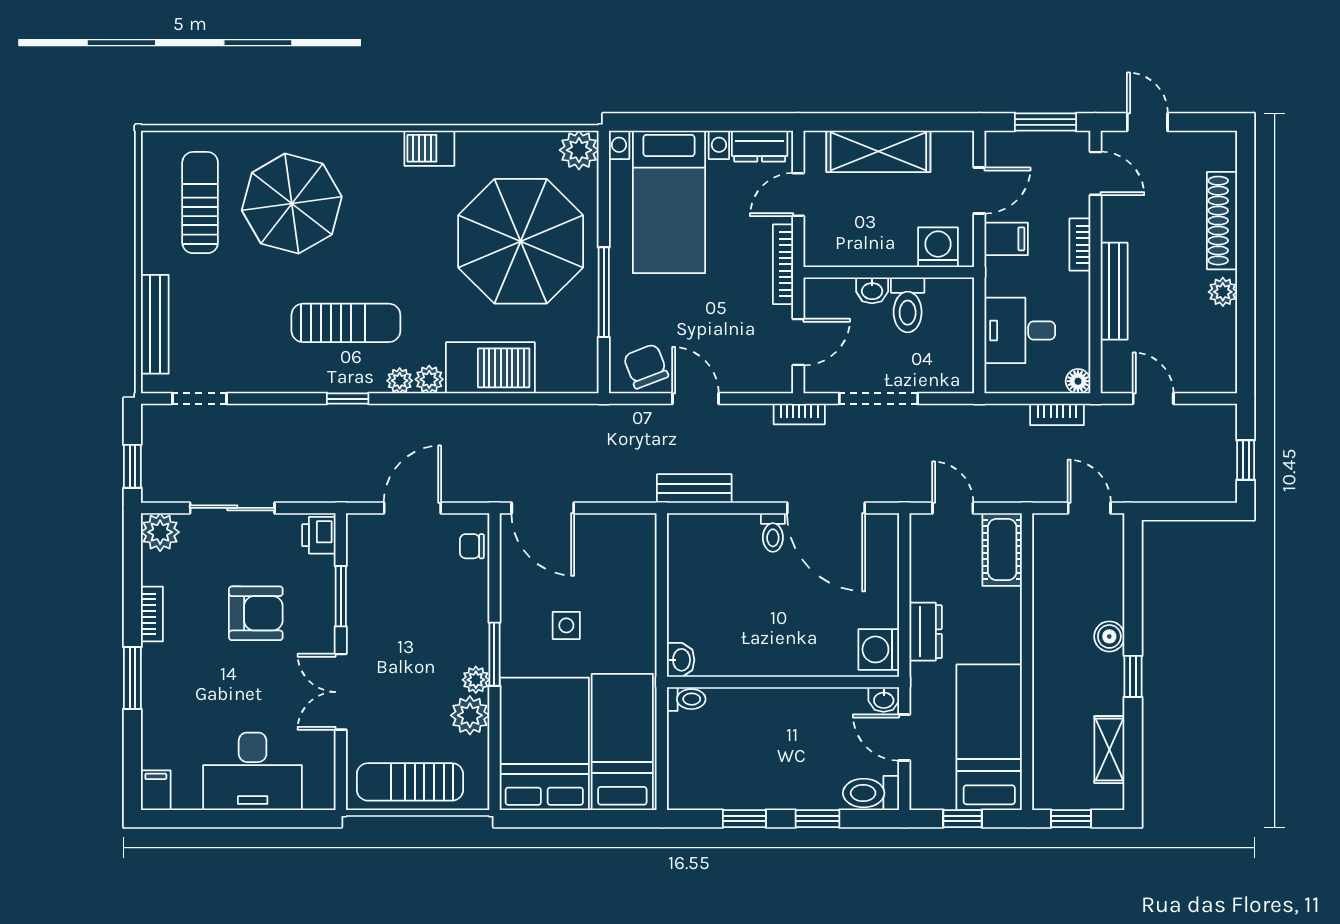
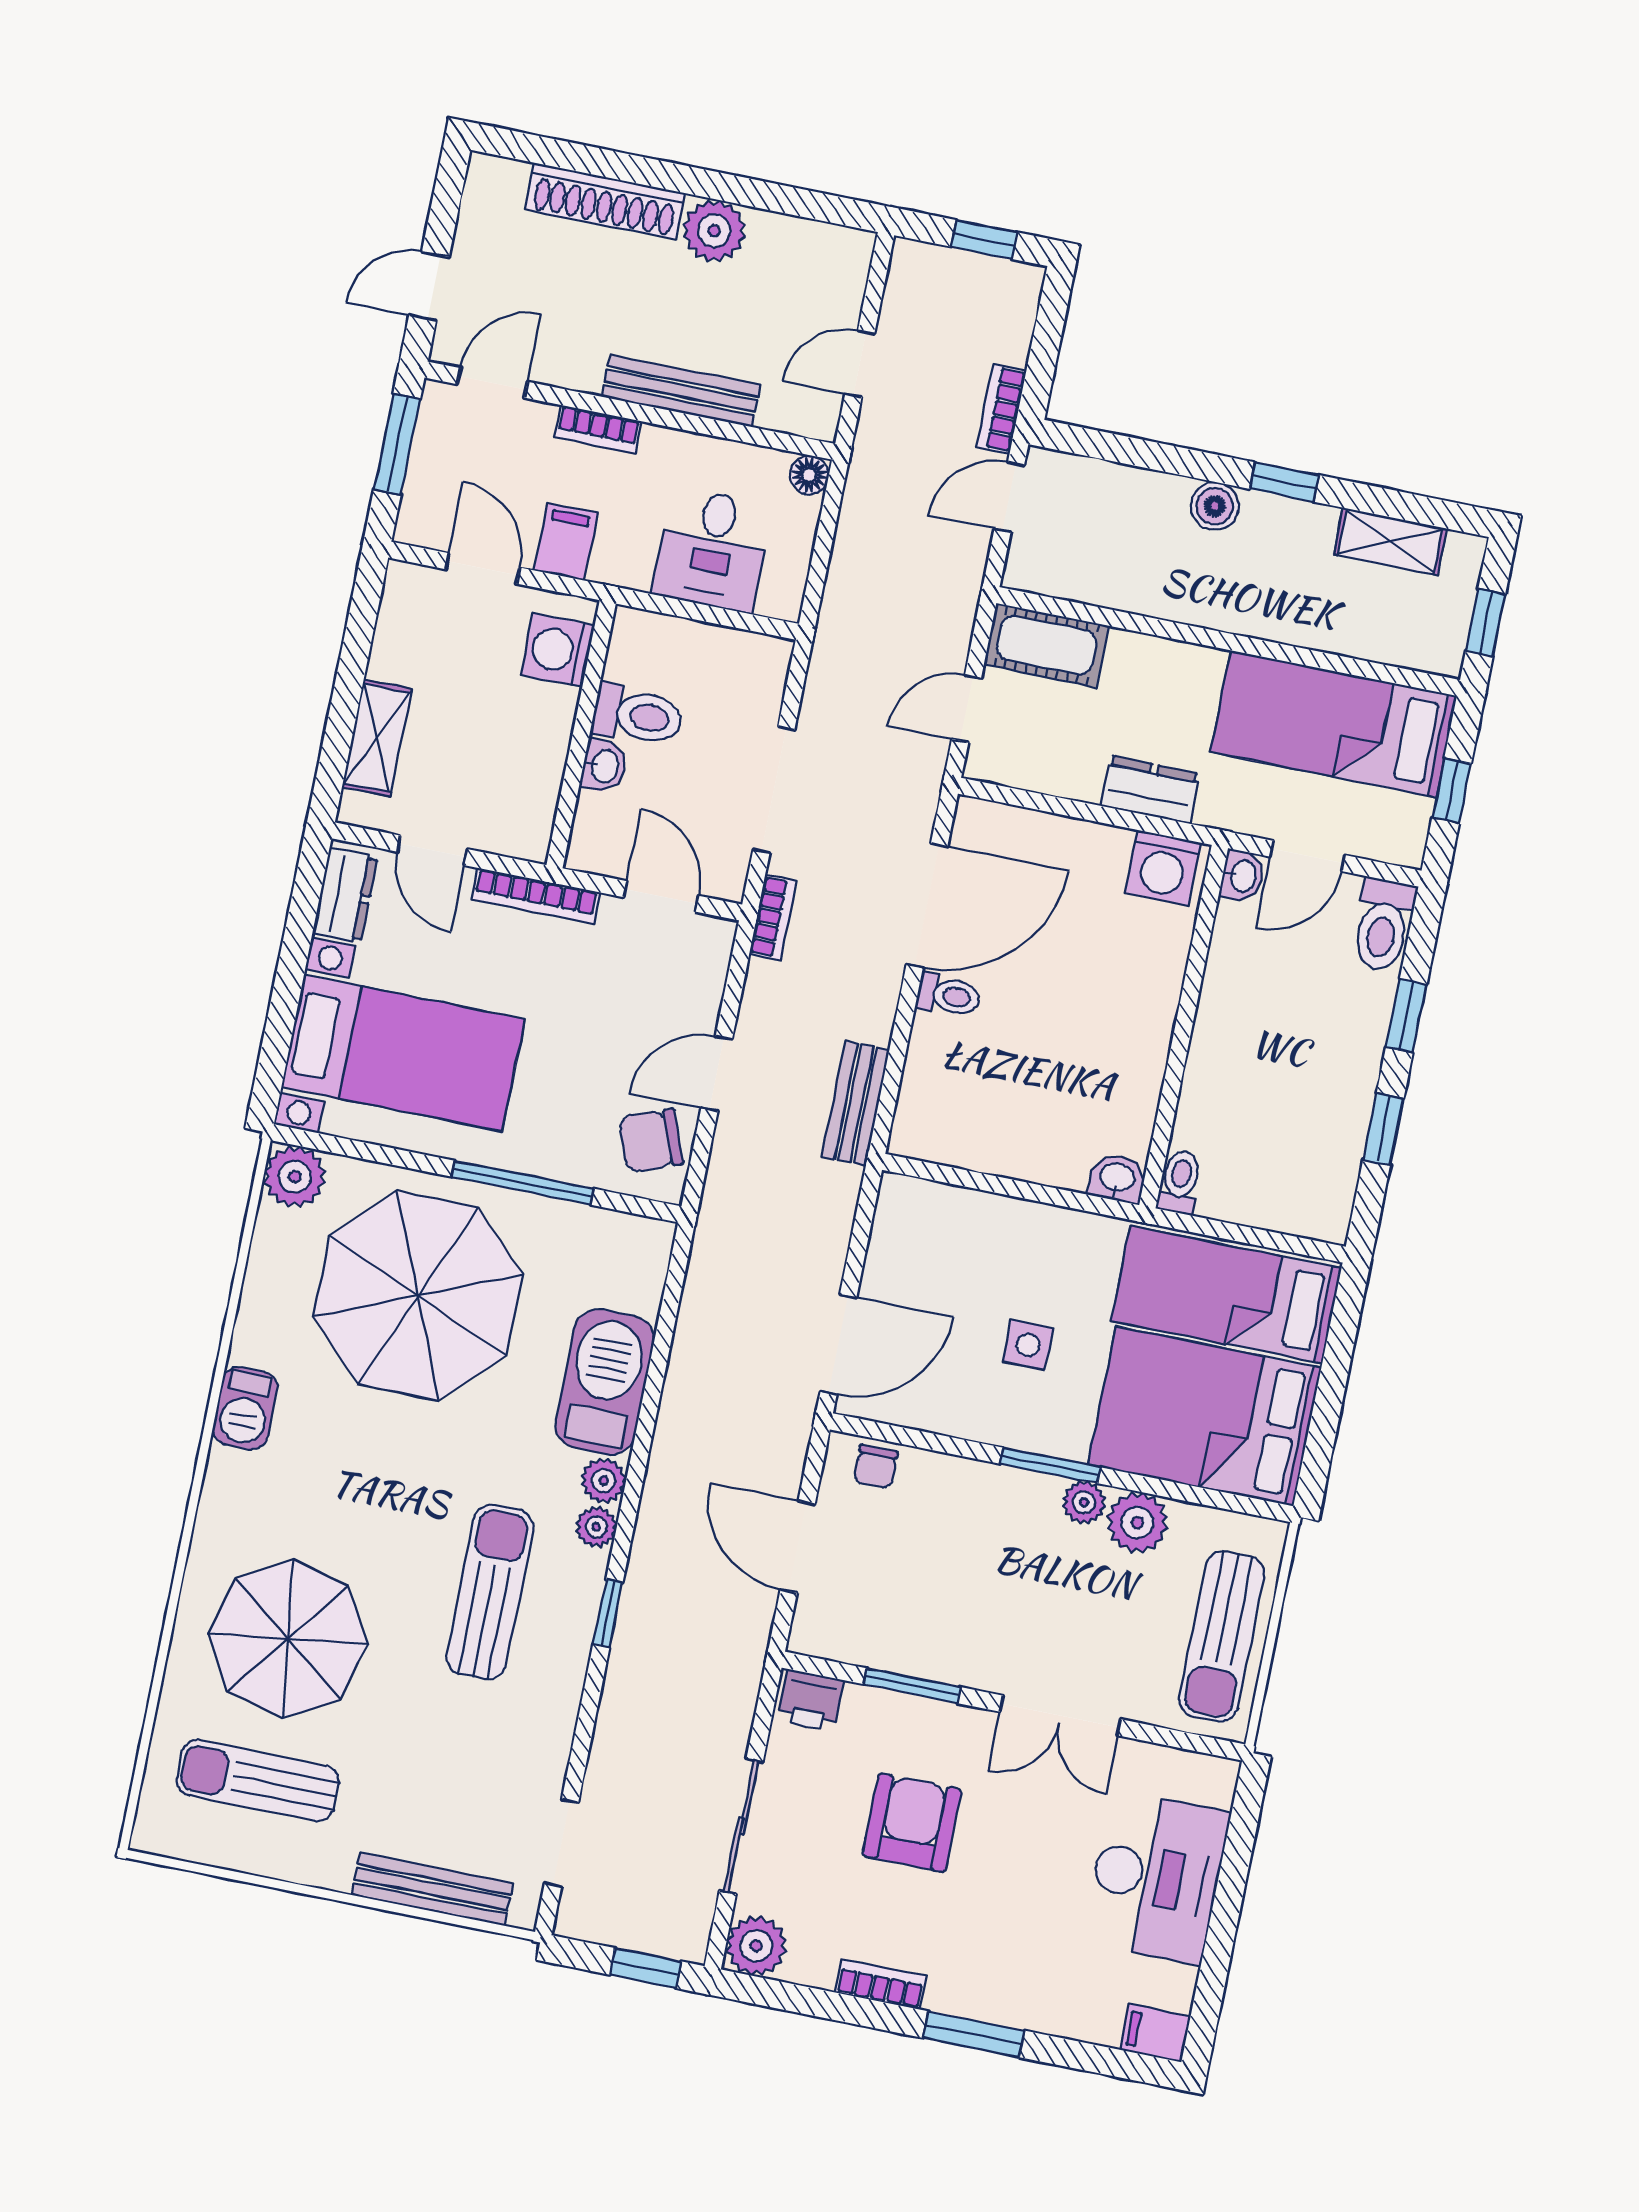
shelving: (878, 151) -> (377, 738), width x0.67, depth x0.75
plant: (1223, 292) -> (714, 231), width x1.38, depth x1.38
bookcase: (1057, 414) -> (1001, 409), moved, turned 180

